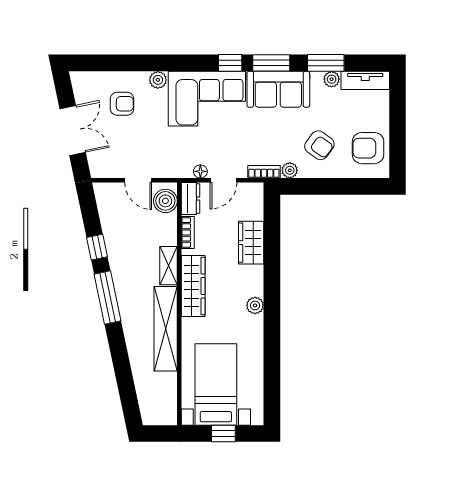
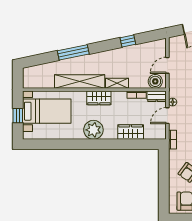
plant: (290, 170) -> (173, 155), removed
door: (223, 180) -> (167, 116), hinge flipped
wardrobe: (193, 286) -> (99, 98), width x0.67
window: (108, 297) -> (73, 52), moved
plant: (255, 305) -> (93, 130), width x1.88, depth x1.88

